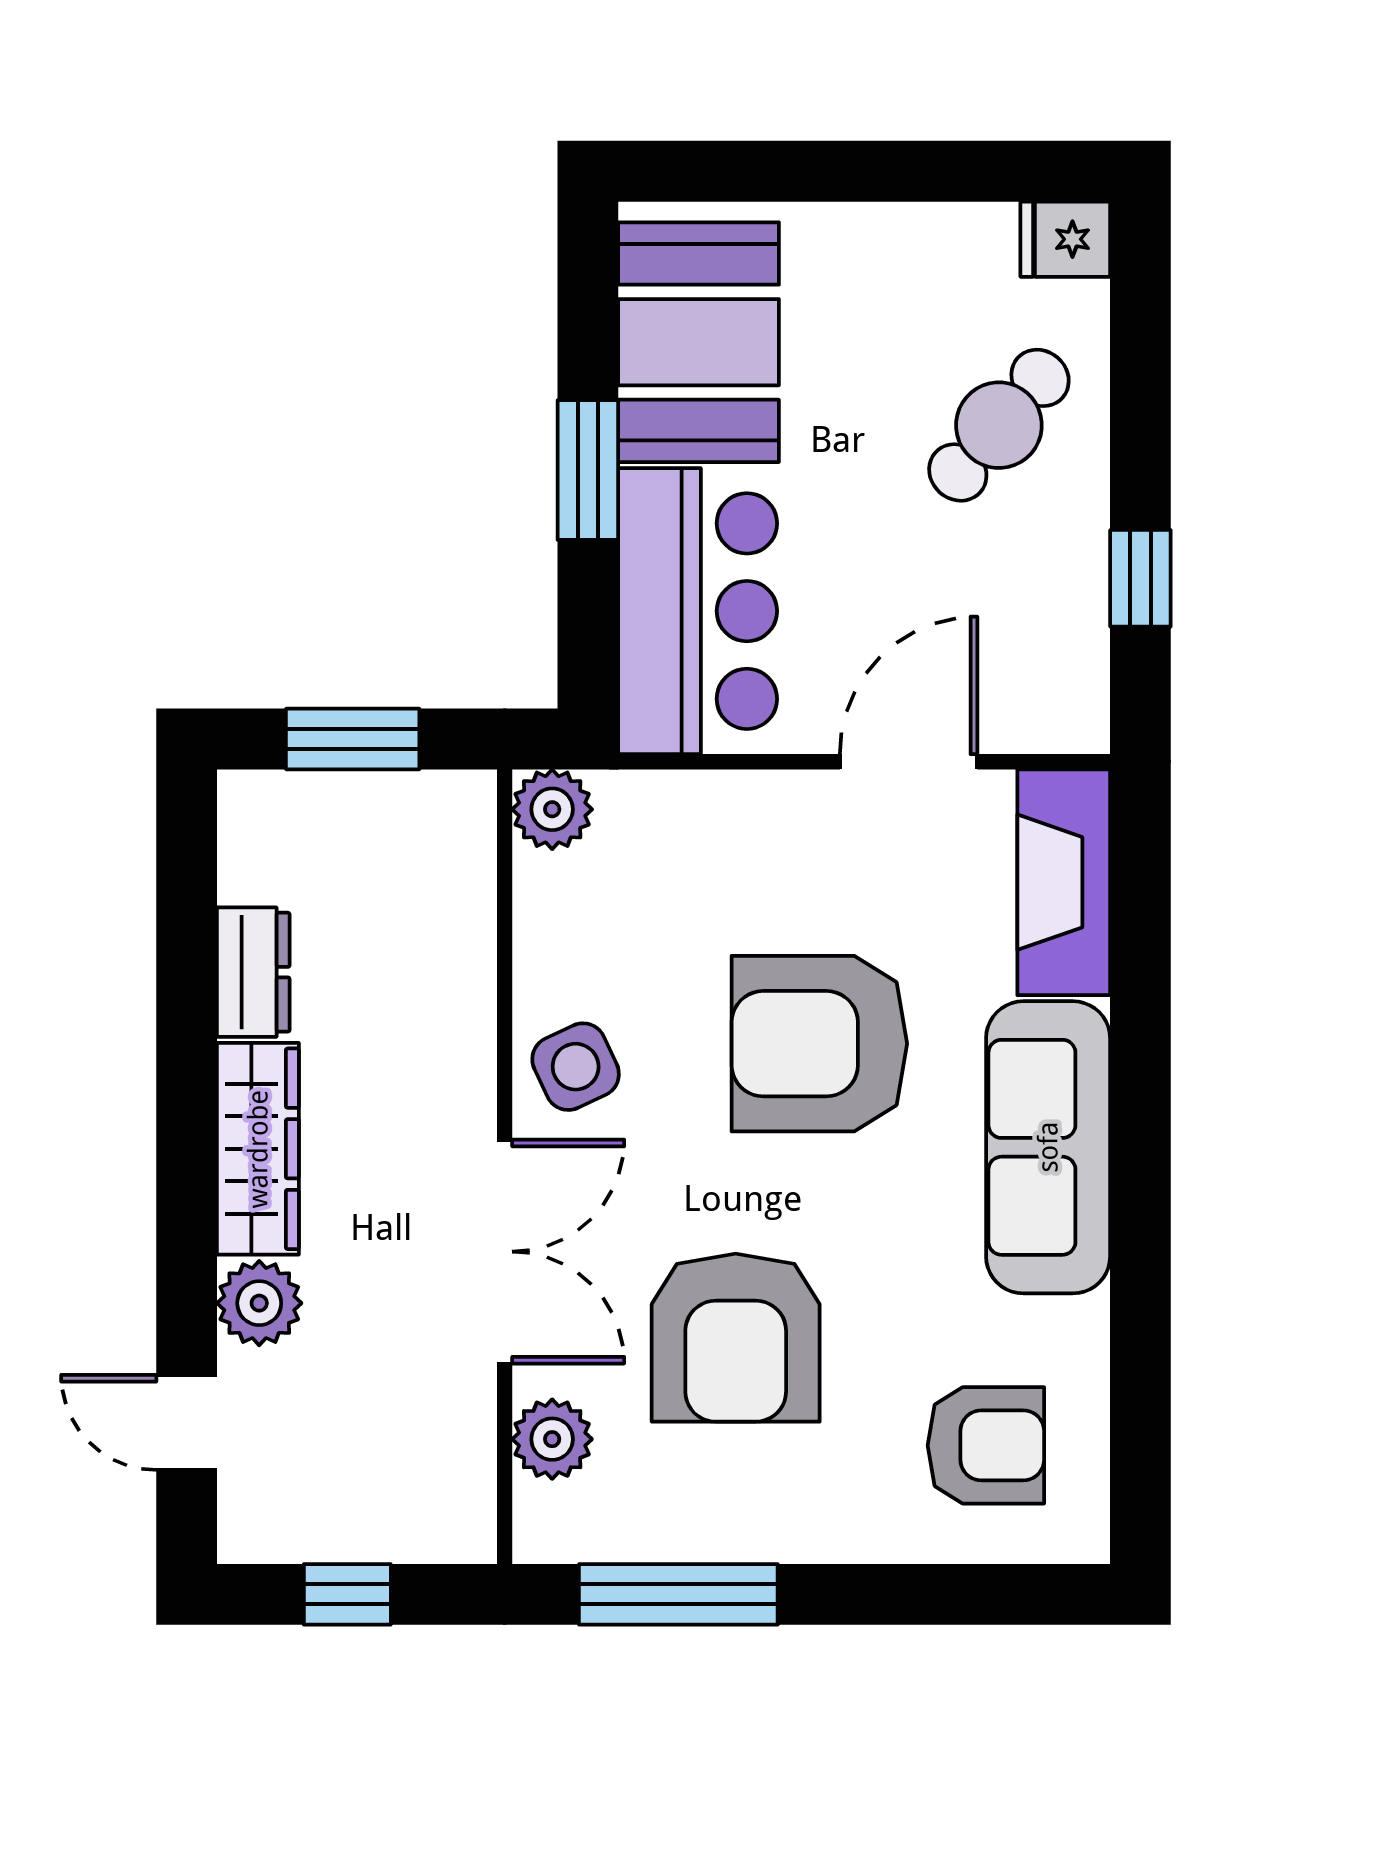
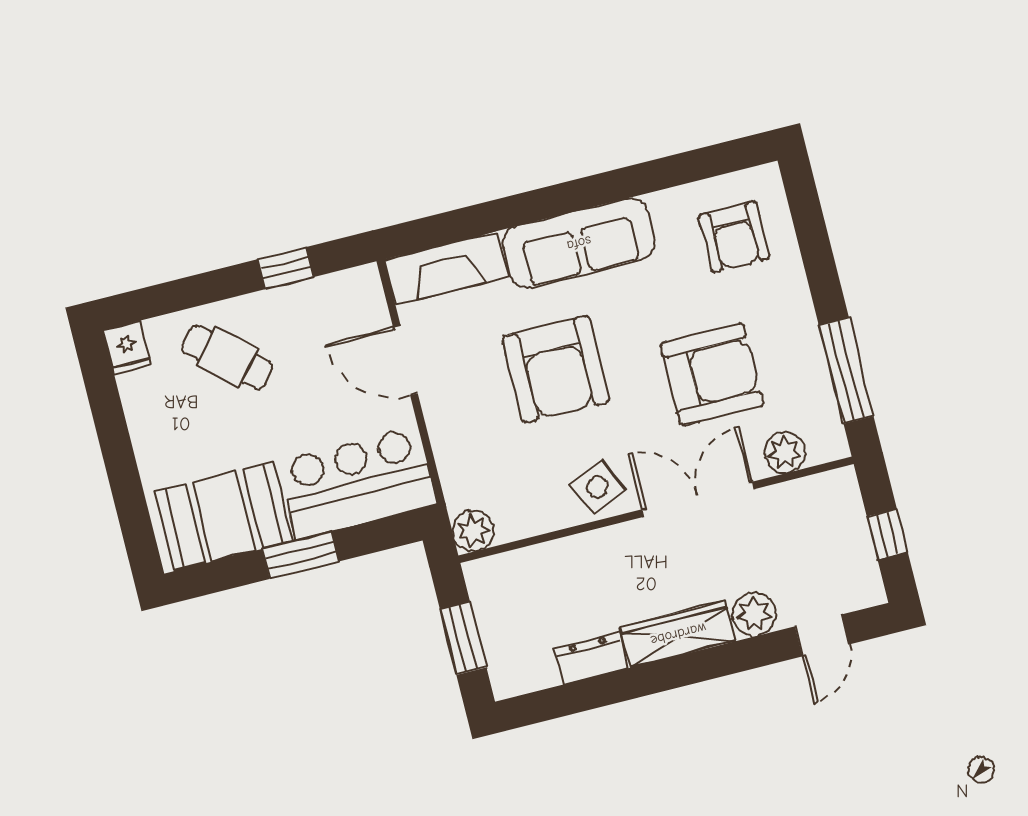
armchair: (986, 1445) -> (734, 237), turned 180

